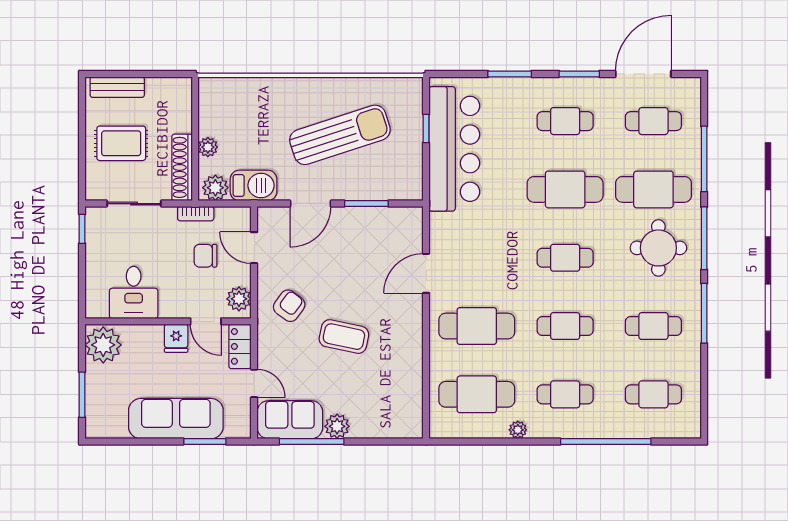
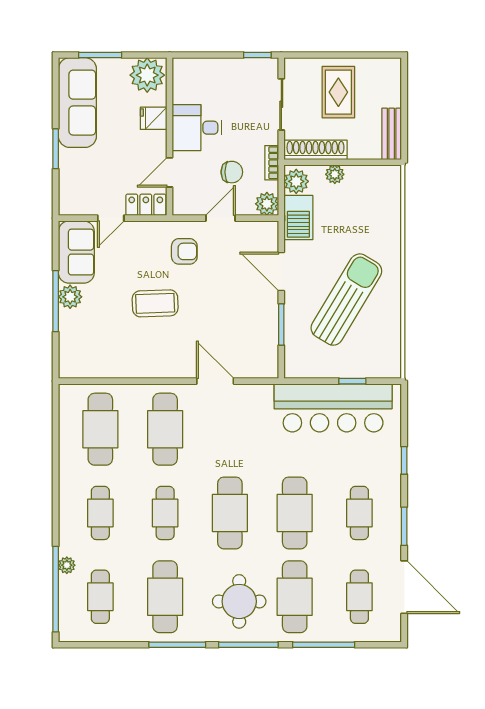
window: (510, 74) -> (404, 460), width x0.67
bench: (117, 87) -> (392, 134), moved
sun lounger: (340, 135) -> (346, 300), turned -131
door: (254, 248) -> (220, 218), moved
chair: (205, 256) -> (232, 172), turned 90
cafe table: (565, 258) -> (230, 513), width x1.37, depth x1.35
desk: (134, 292) -> (197, 128), moved
plant: (239, 299) -> (267, 204), moved
armchair: (289, 306) -> (184, 251), turned -36
cafe table: (653, 326) -> (165, 597), width x1.37, depth x1.35
coffee table: (344, 337) -> (155, 303), turned 76
fridge: (176, 338) -> (154, 118), moved
sofa: (176, 419) -> (77, 103), moved
plant: (518, 430) -> (67, 565), moved
window: (205, 442) -> (56, 149), moved
window: (312, 442) -> (56, 301), moved
window: (606, 442) -> (56, 589), moved

